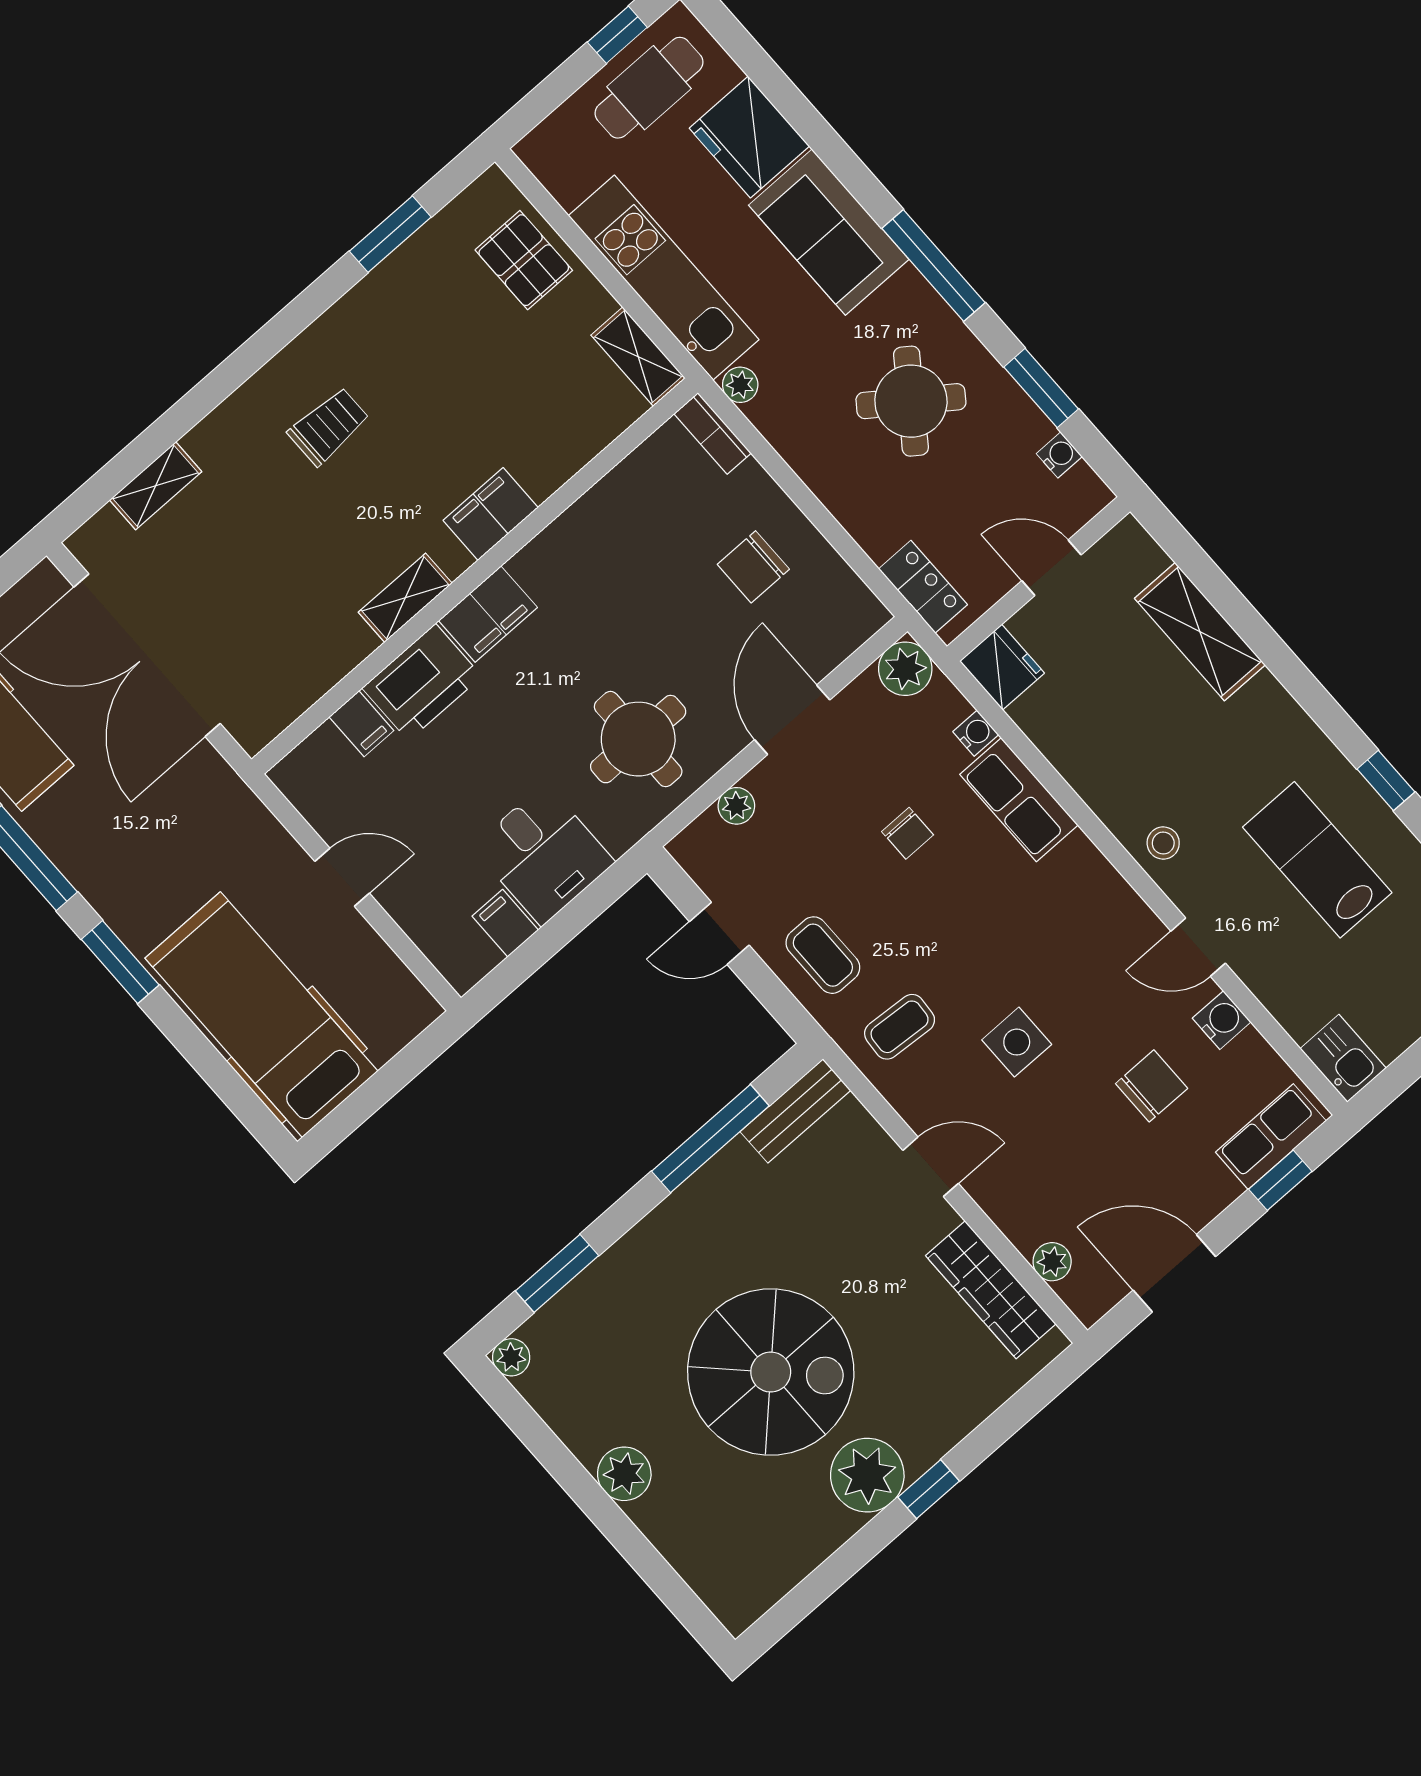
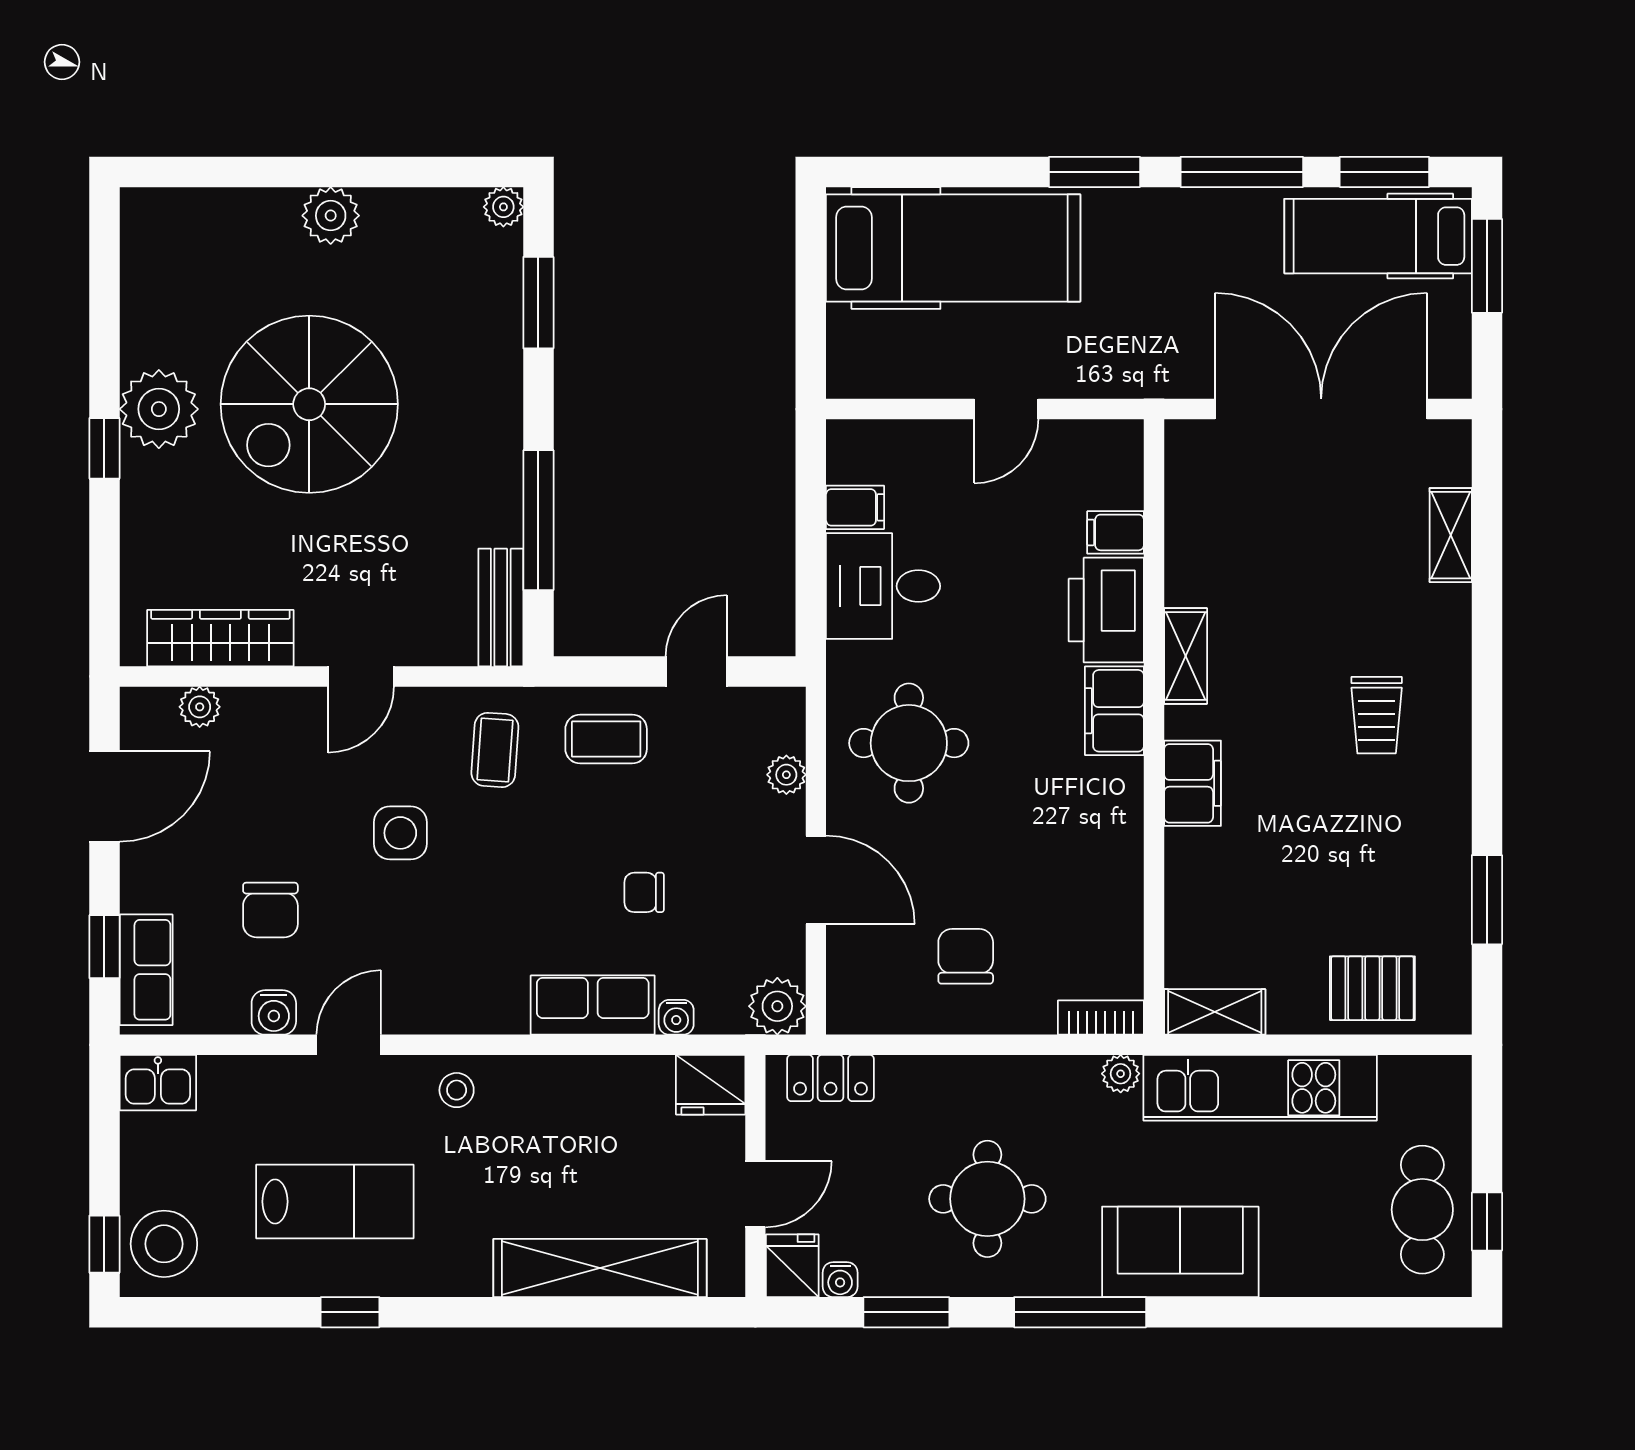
fridge: (749, 137) -> (792, 1266), moved, width x0.53, depth x0.75
round table: (911, 401) -> (987, 1199), turned -36
shelving: (1200, 632) -> (600, 1268), width x1.47

